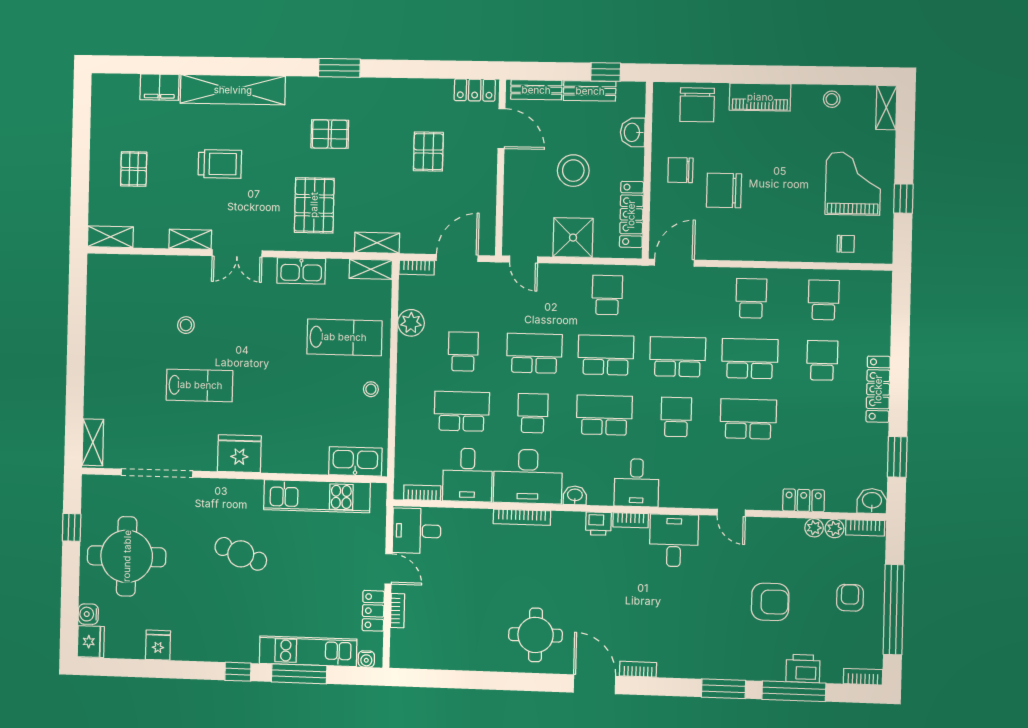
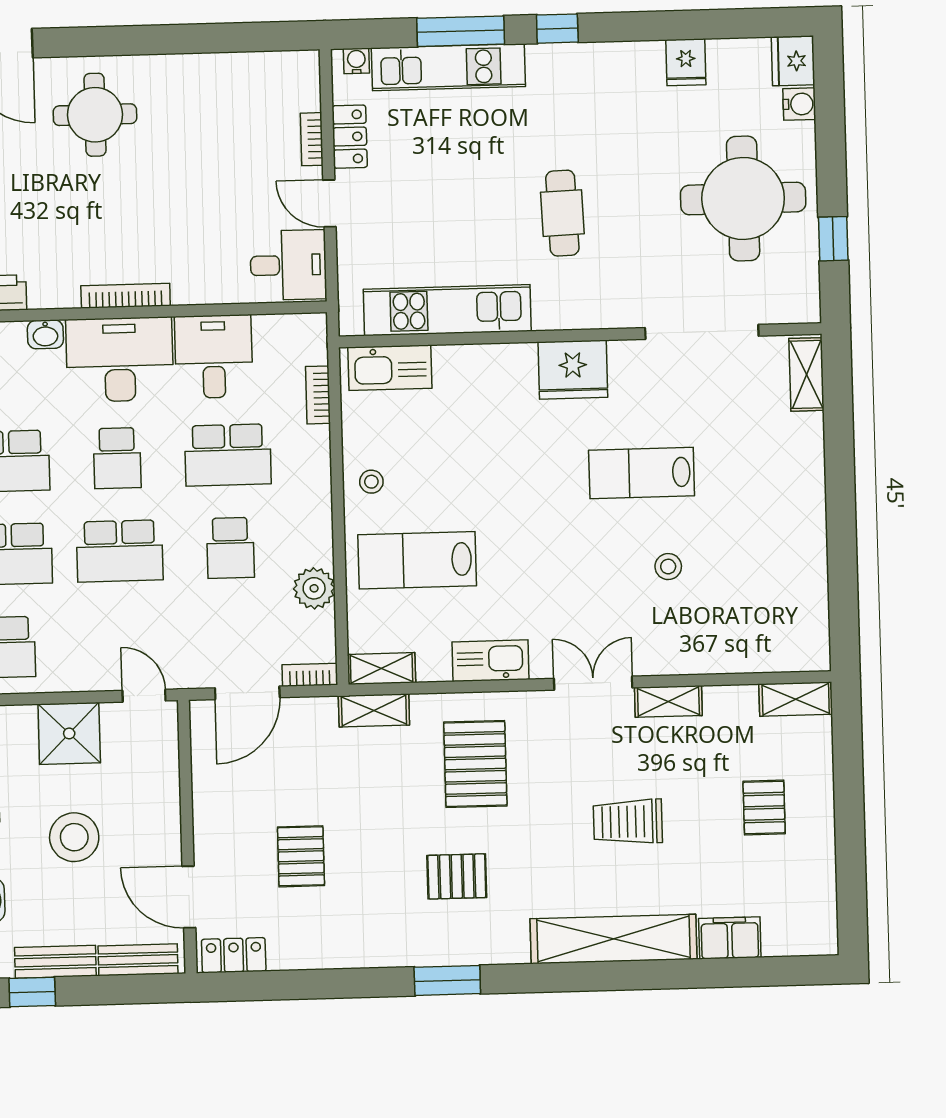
bookcase: (422, 493) -> (318, 395), moved, turned 90
cafe table: (241, 554) -> (562, 213), turned 67

